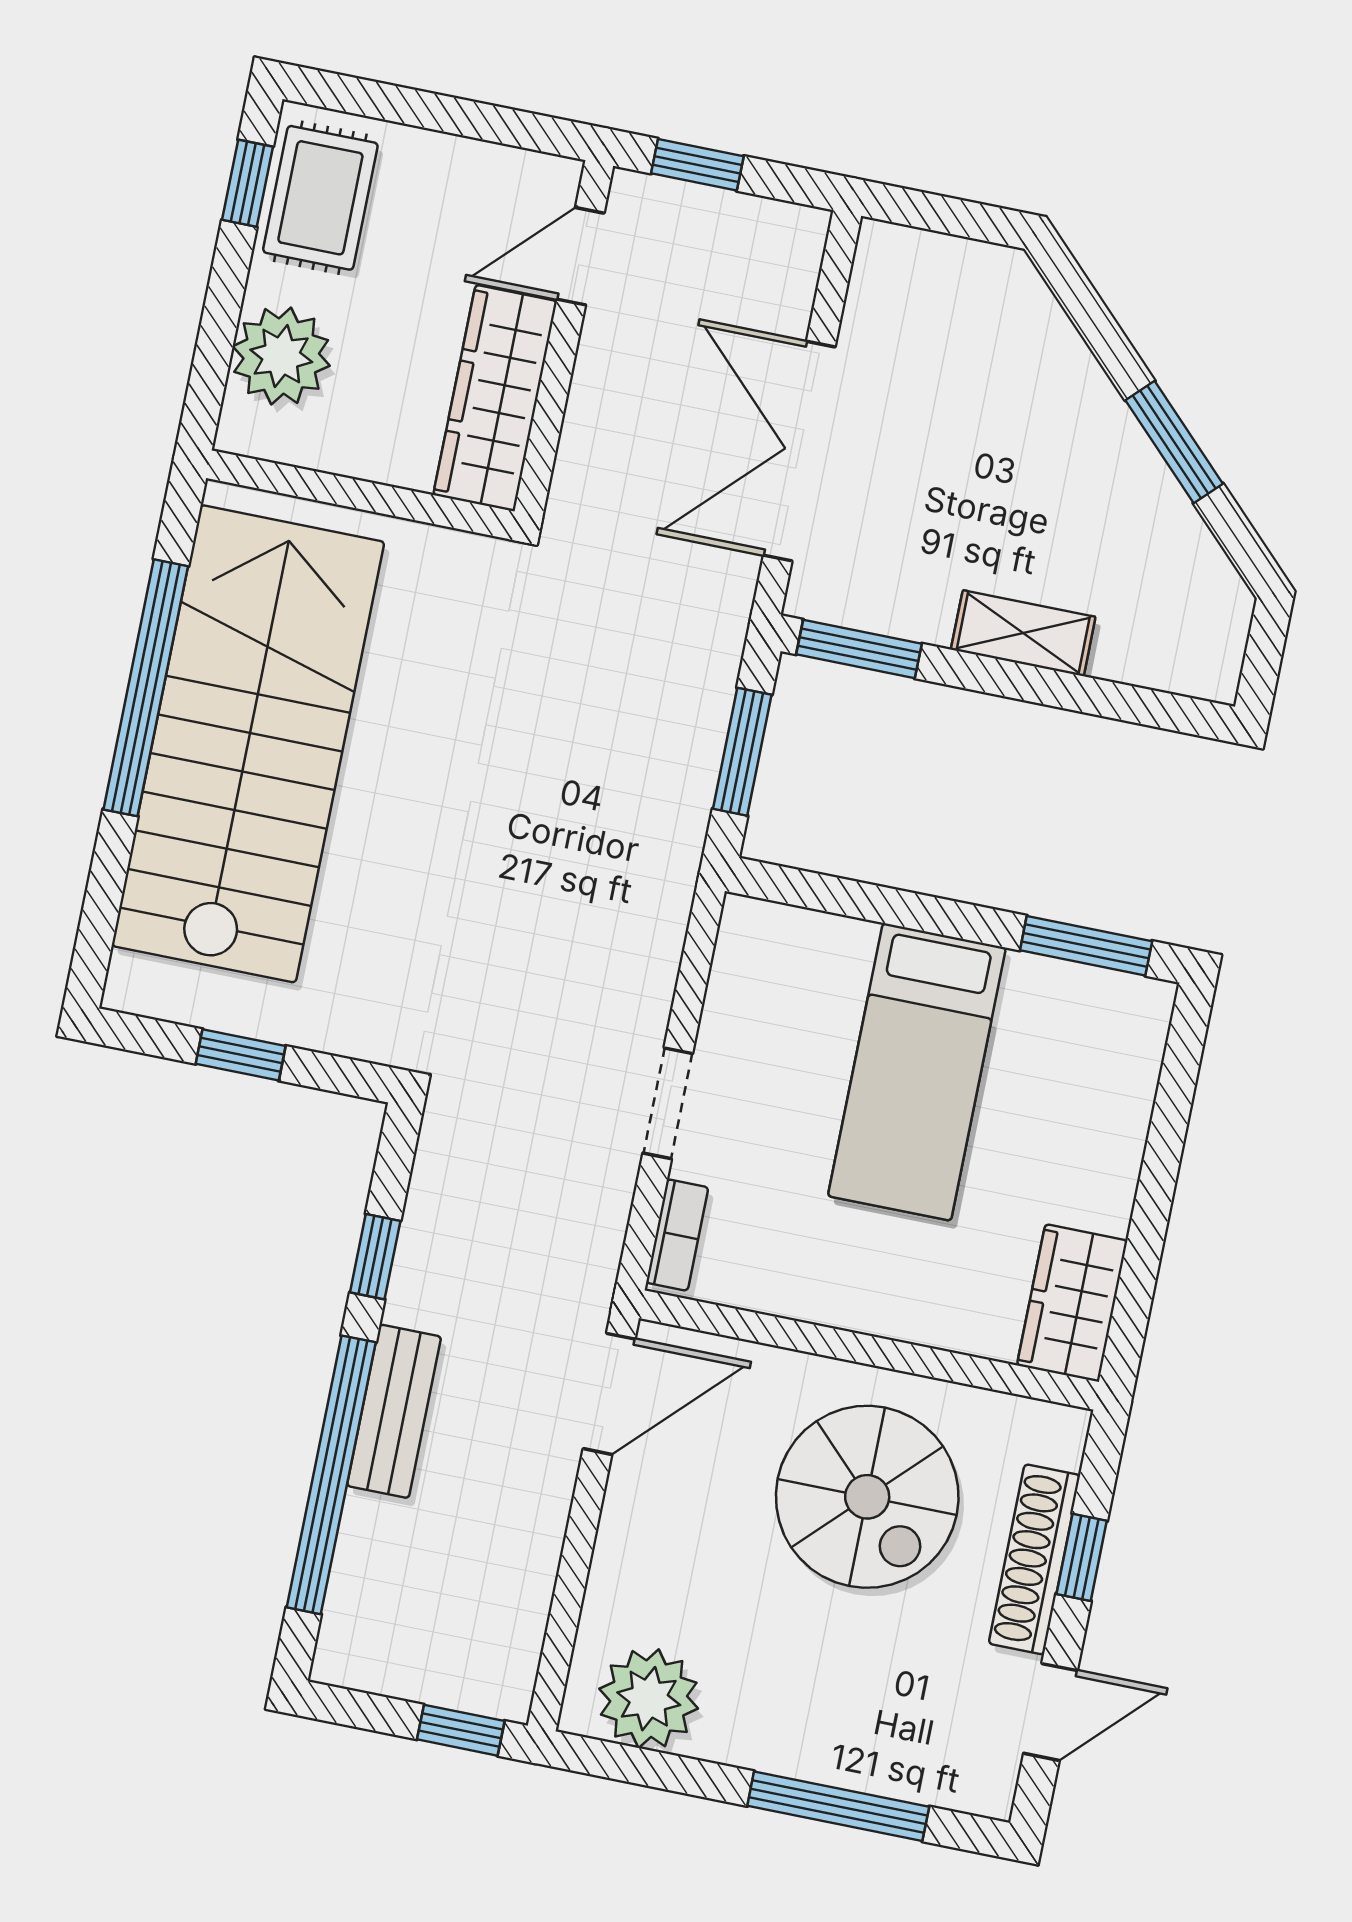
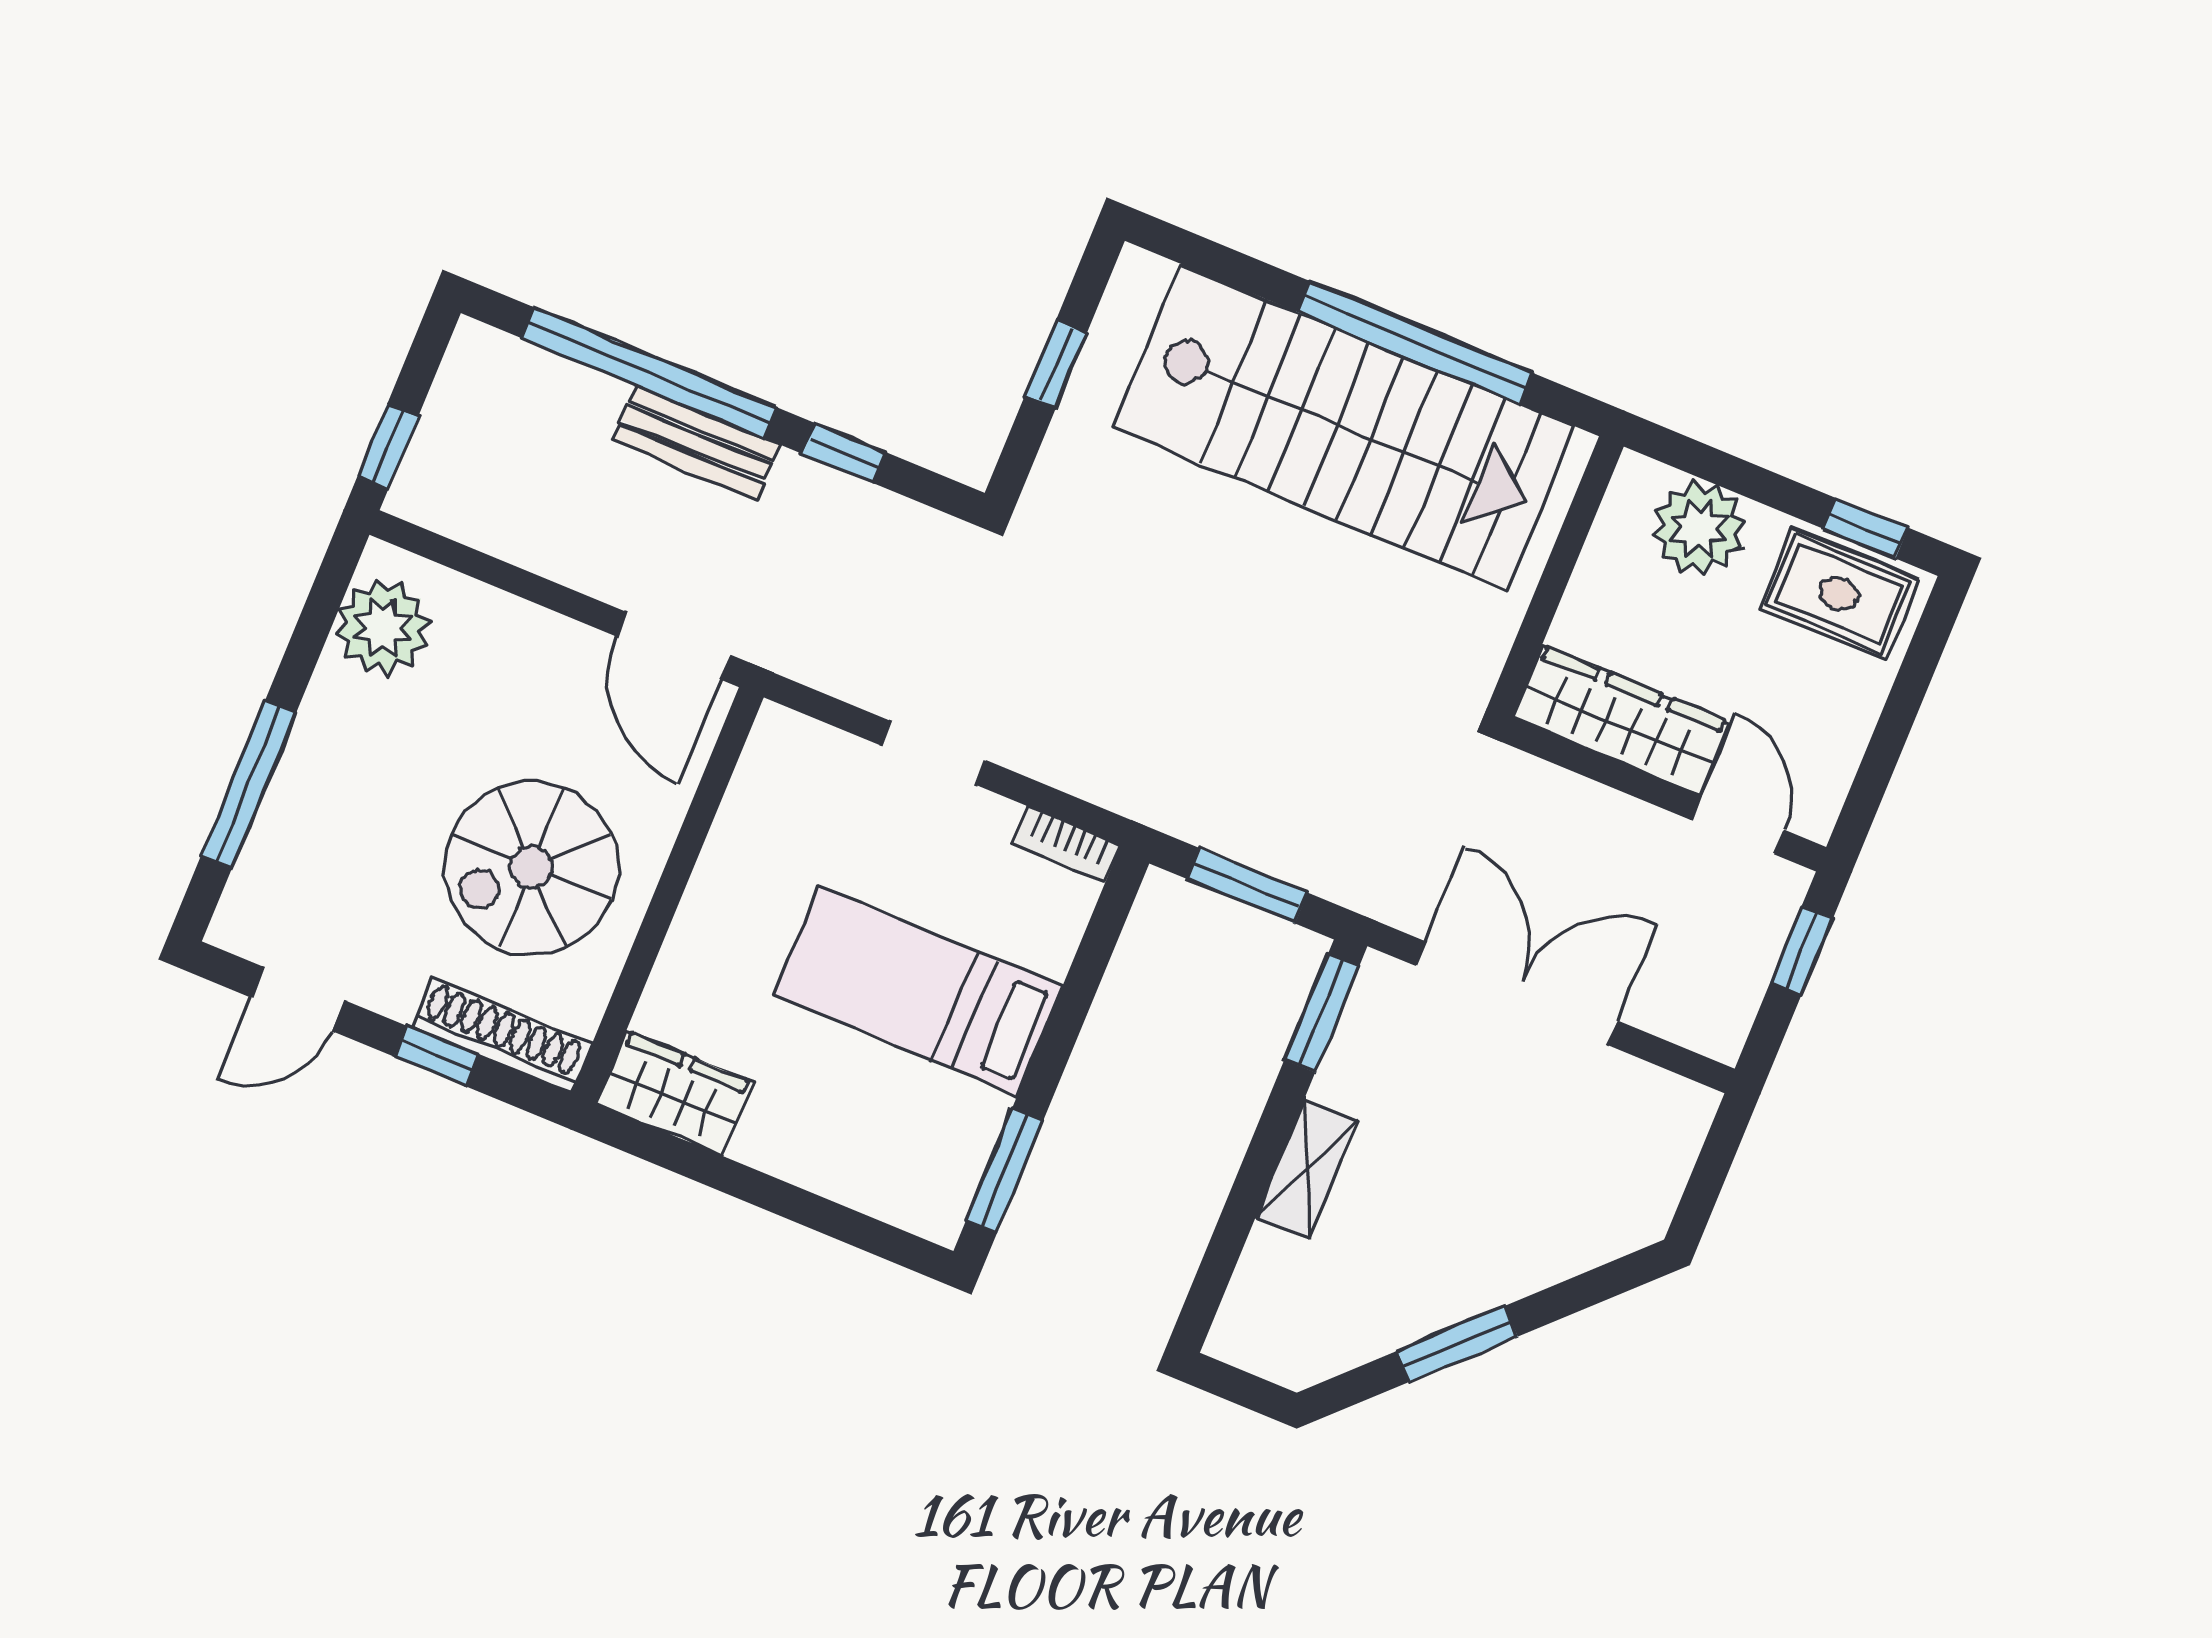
bookcase: (677, 1235) -> (1067, 844), moved
shoe rack: (1034, 1559) -> (501, 1036), moved
door: (1050, 1712) -> (298, 999), hinge flipped

